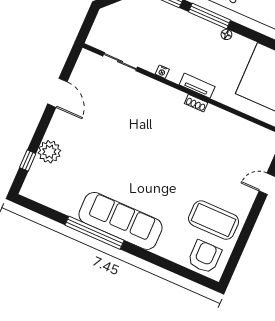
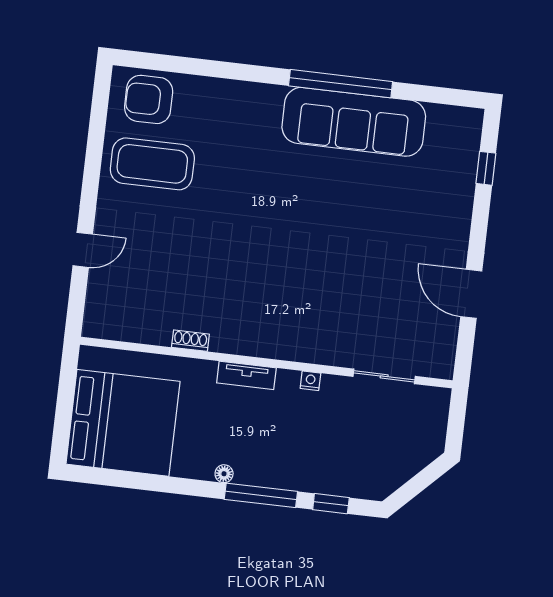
shoe rack: (196, 103) -> (190, 341), moved
plant: (49, 152) -> (455, 194), removed
sofa: (120, 221) -> (354, 122), moved
armchair: (205, 257) -> (149, 99), turned 90

